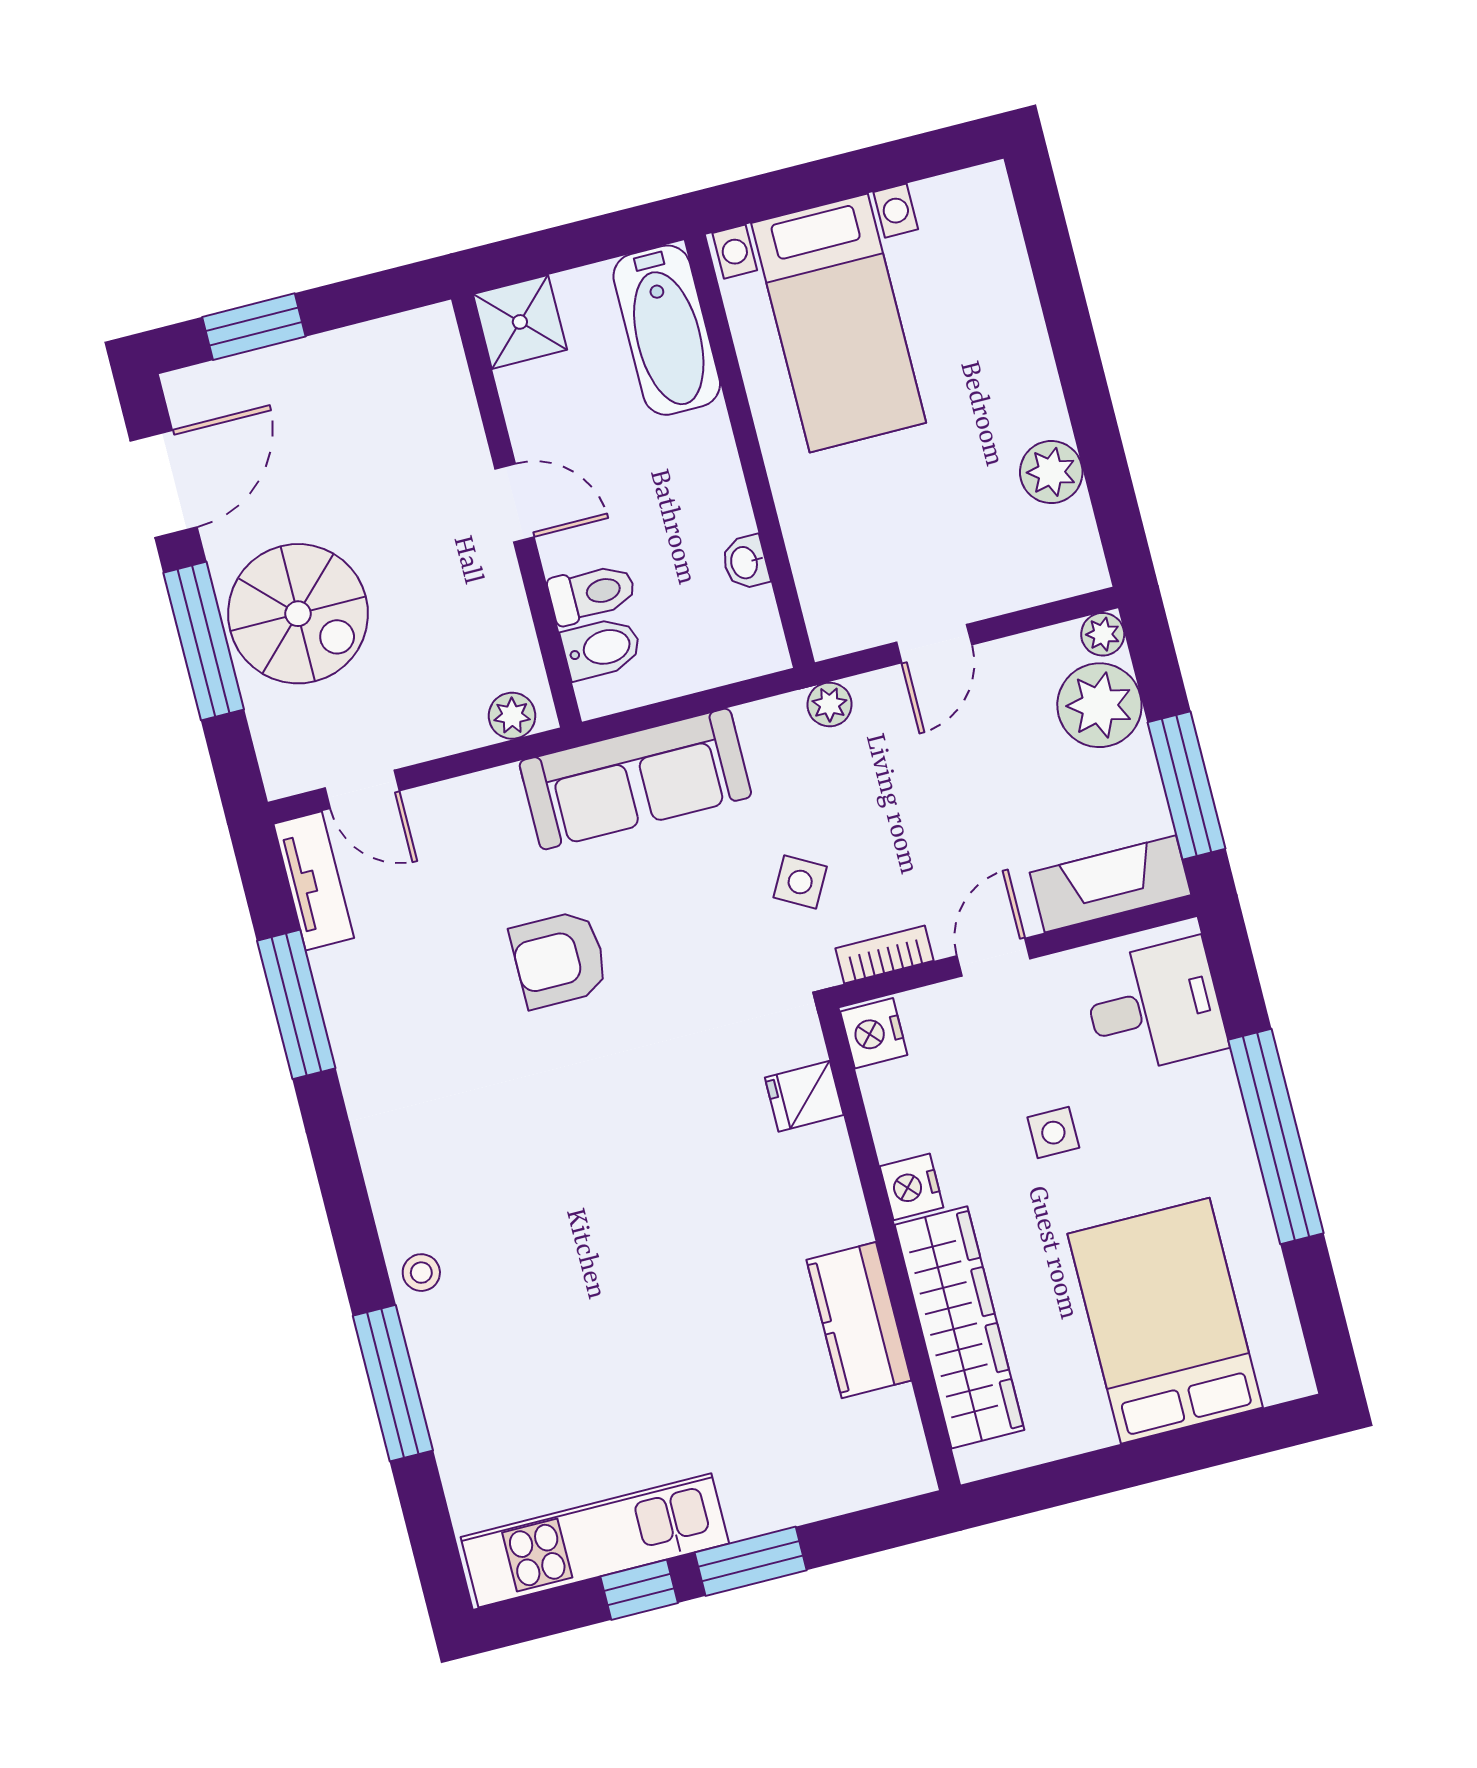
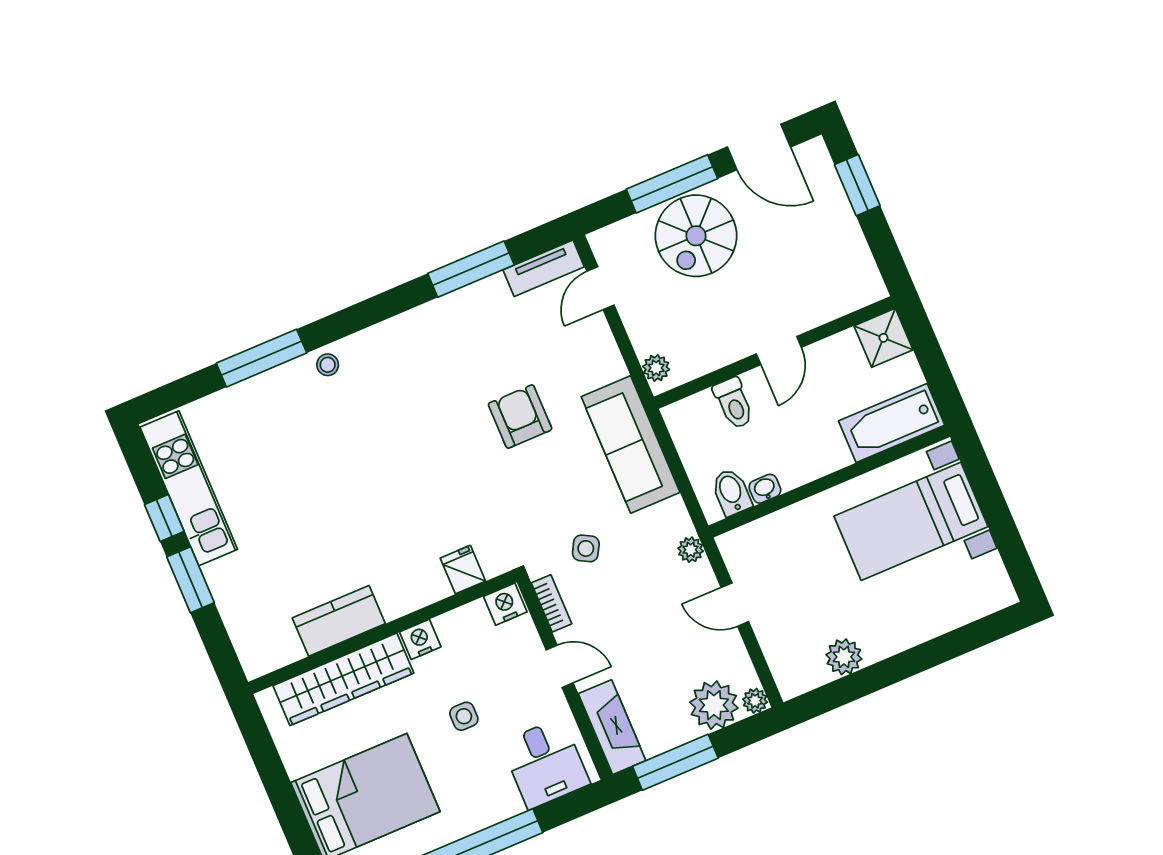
bidet: (602, 648) -> (731, 492), moved, turned 180

